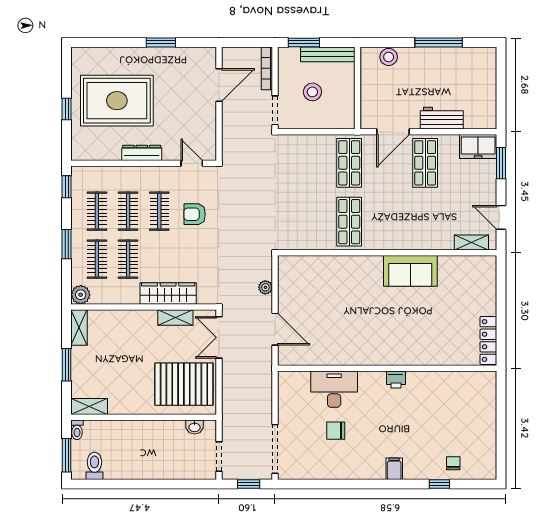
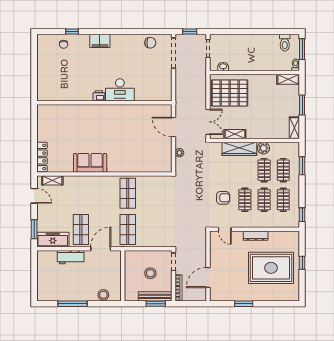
bench: (328, 54) -> (155, 296), moved
freezer: (478, 146) -> (53, 240), width x1.40
window: (67, 244) -> (302, 166), moved
plant: (81, 295) -> (263, 148), moved
locker: (488, 341) -> (42, 157), moved
desk: (334, 389) -> (120, 90), moved
chair: (336, 431) -> (150, 43), moved
filing cabinet: (394, 469) -> (100, 41), width x2.00

